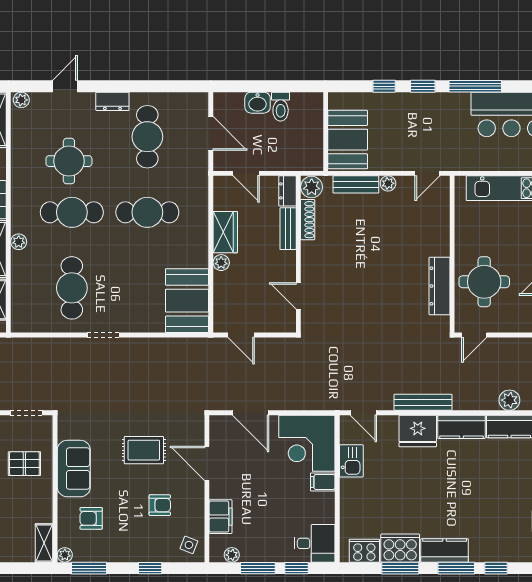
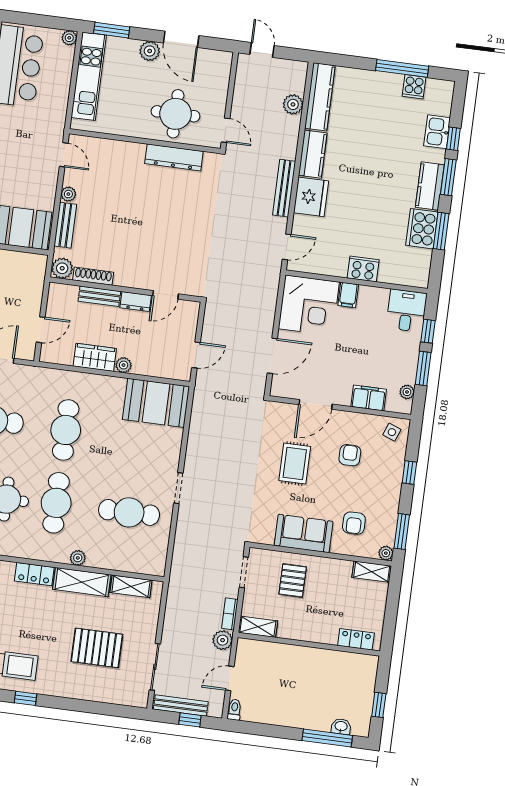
dresser: (288, 191) -> (136, 302), moved
kitchen sink: (351, 461) -> (437, 132), moved, turned -90
cooker: (364, 551) -> (363, 269), moved, turned 90

